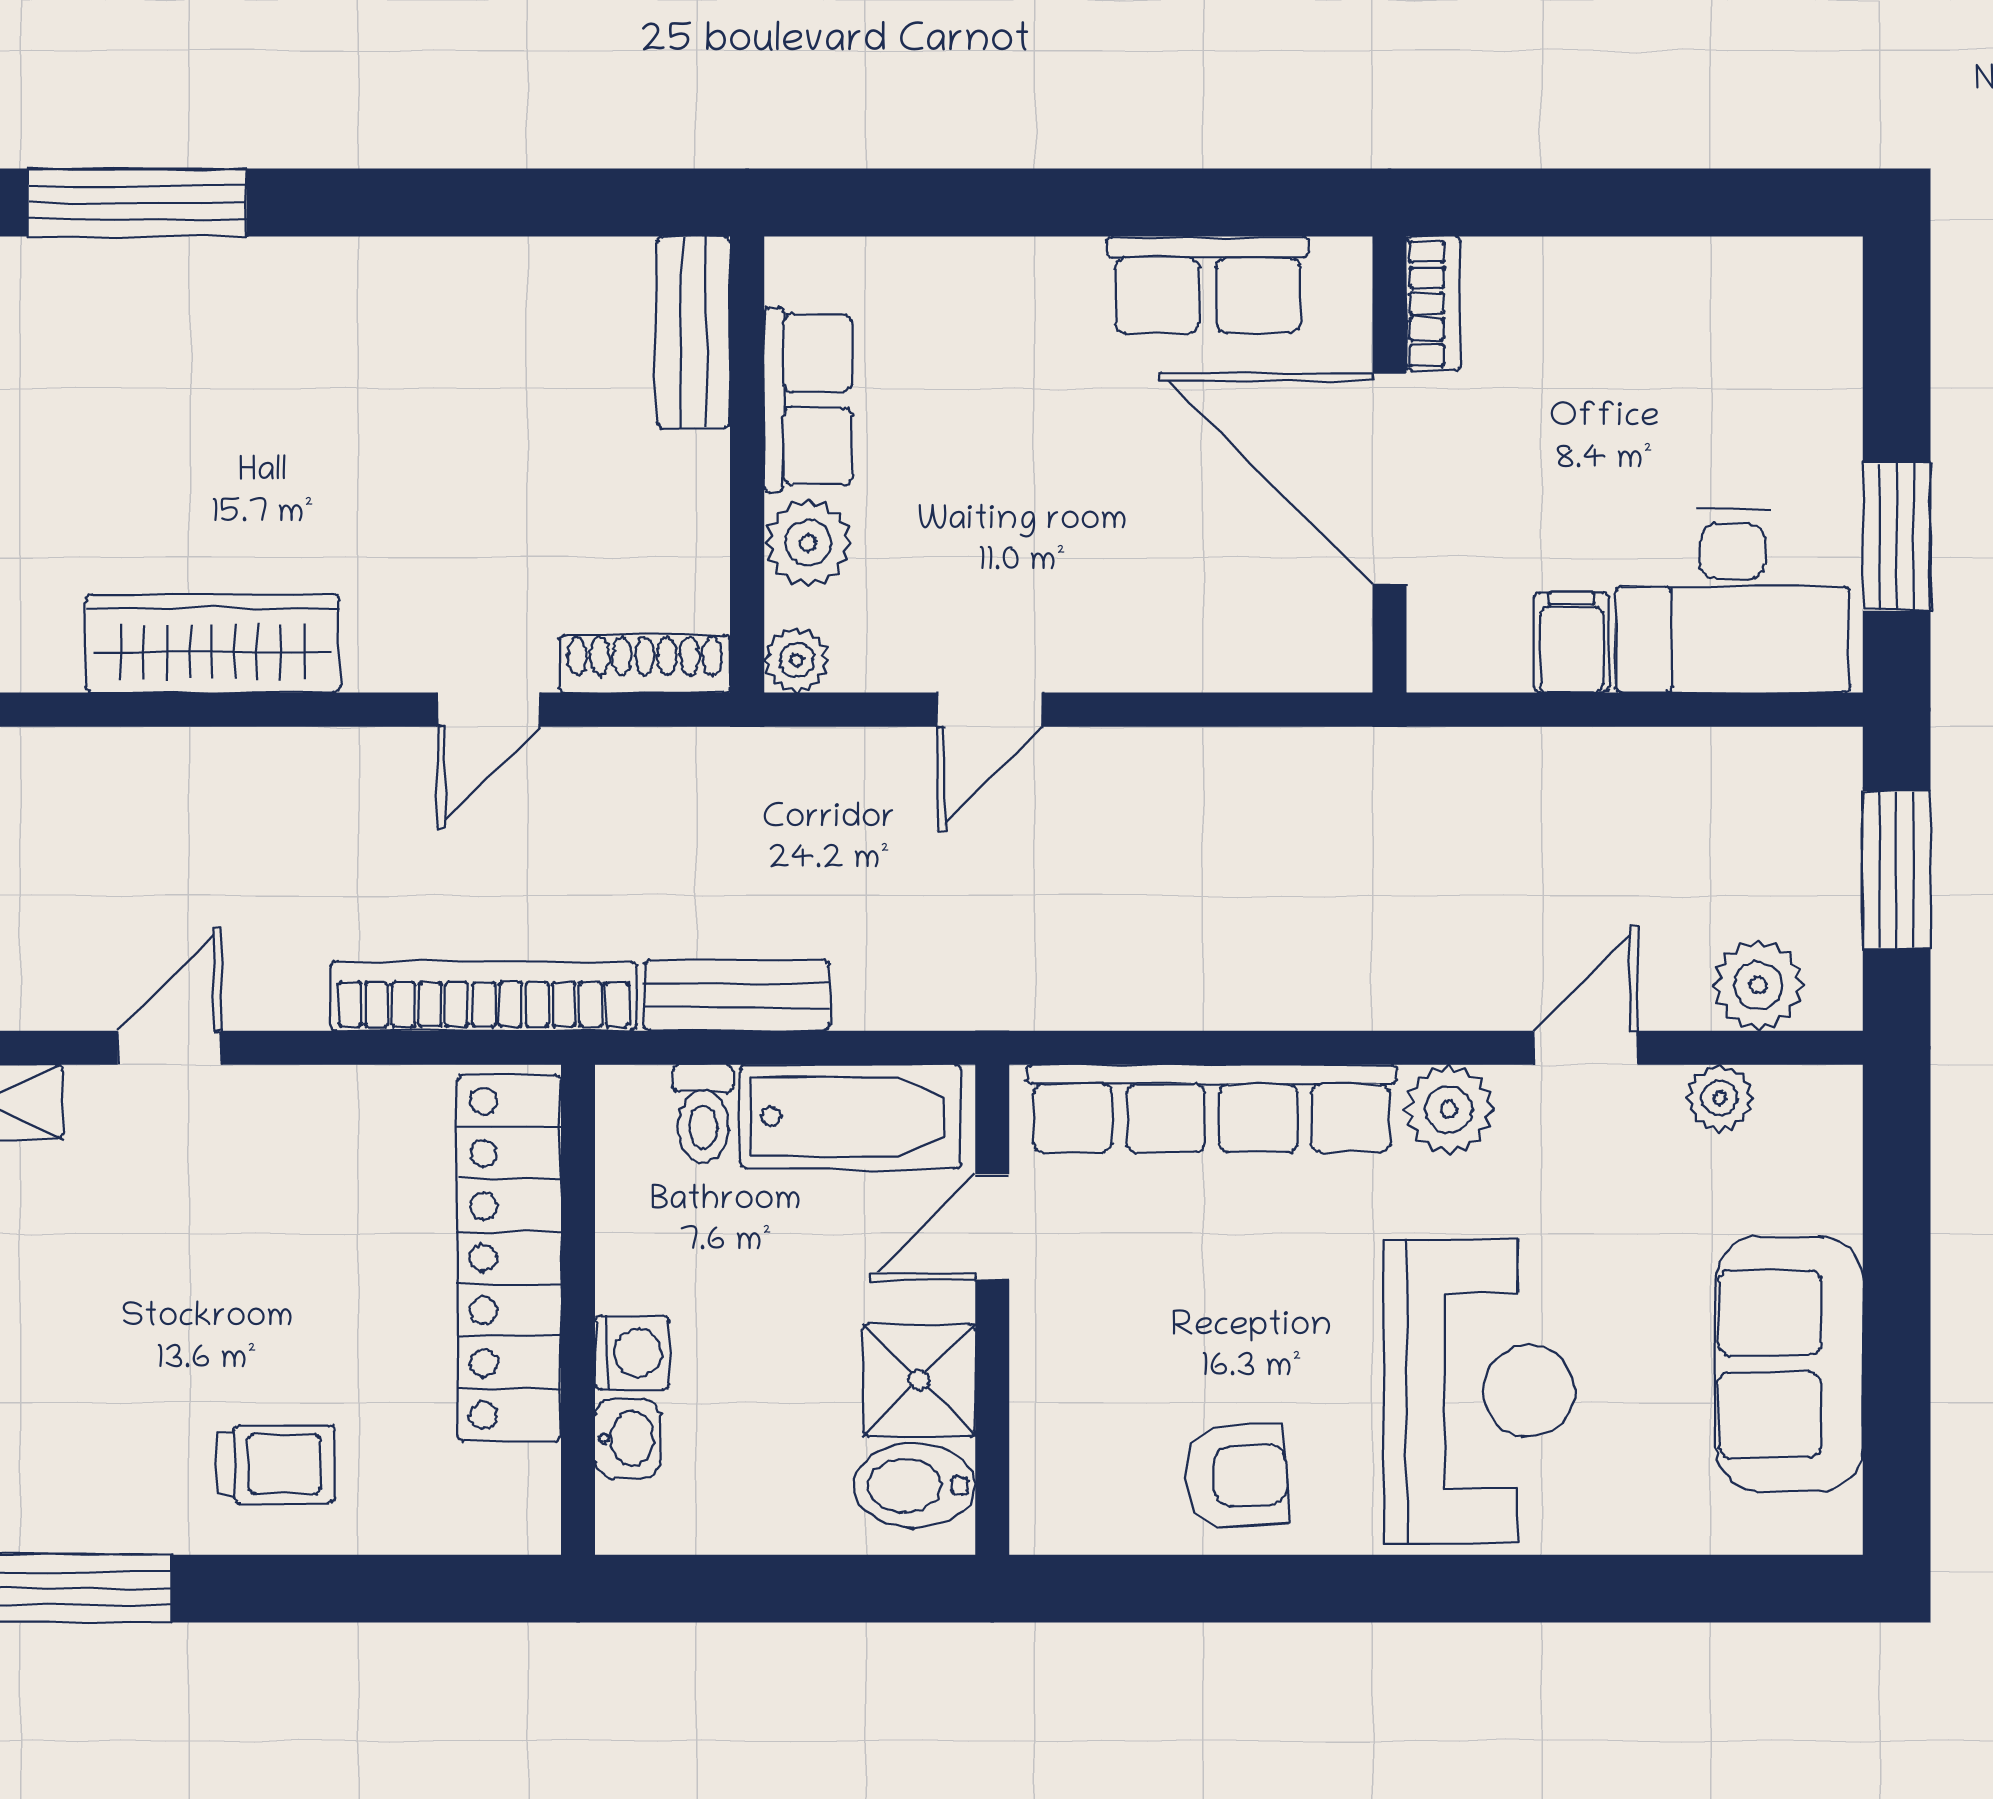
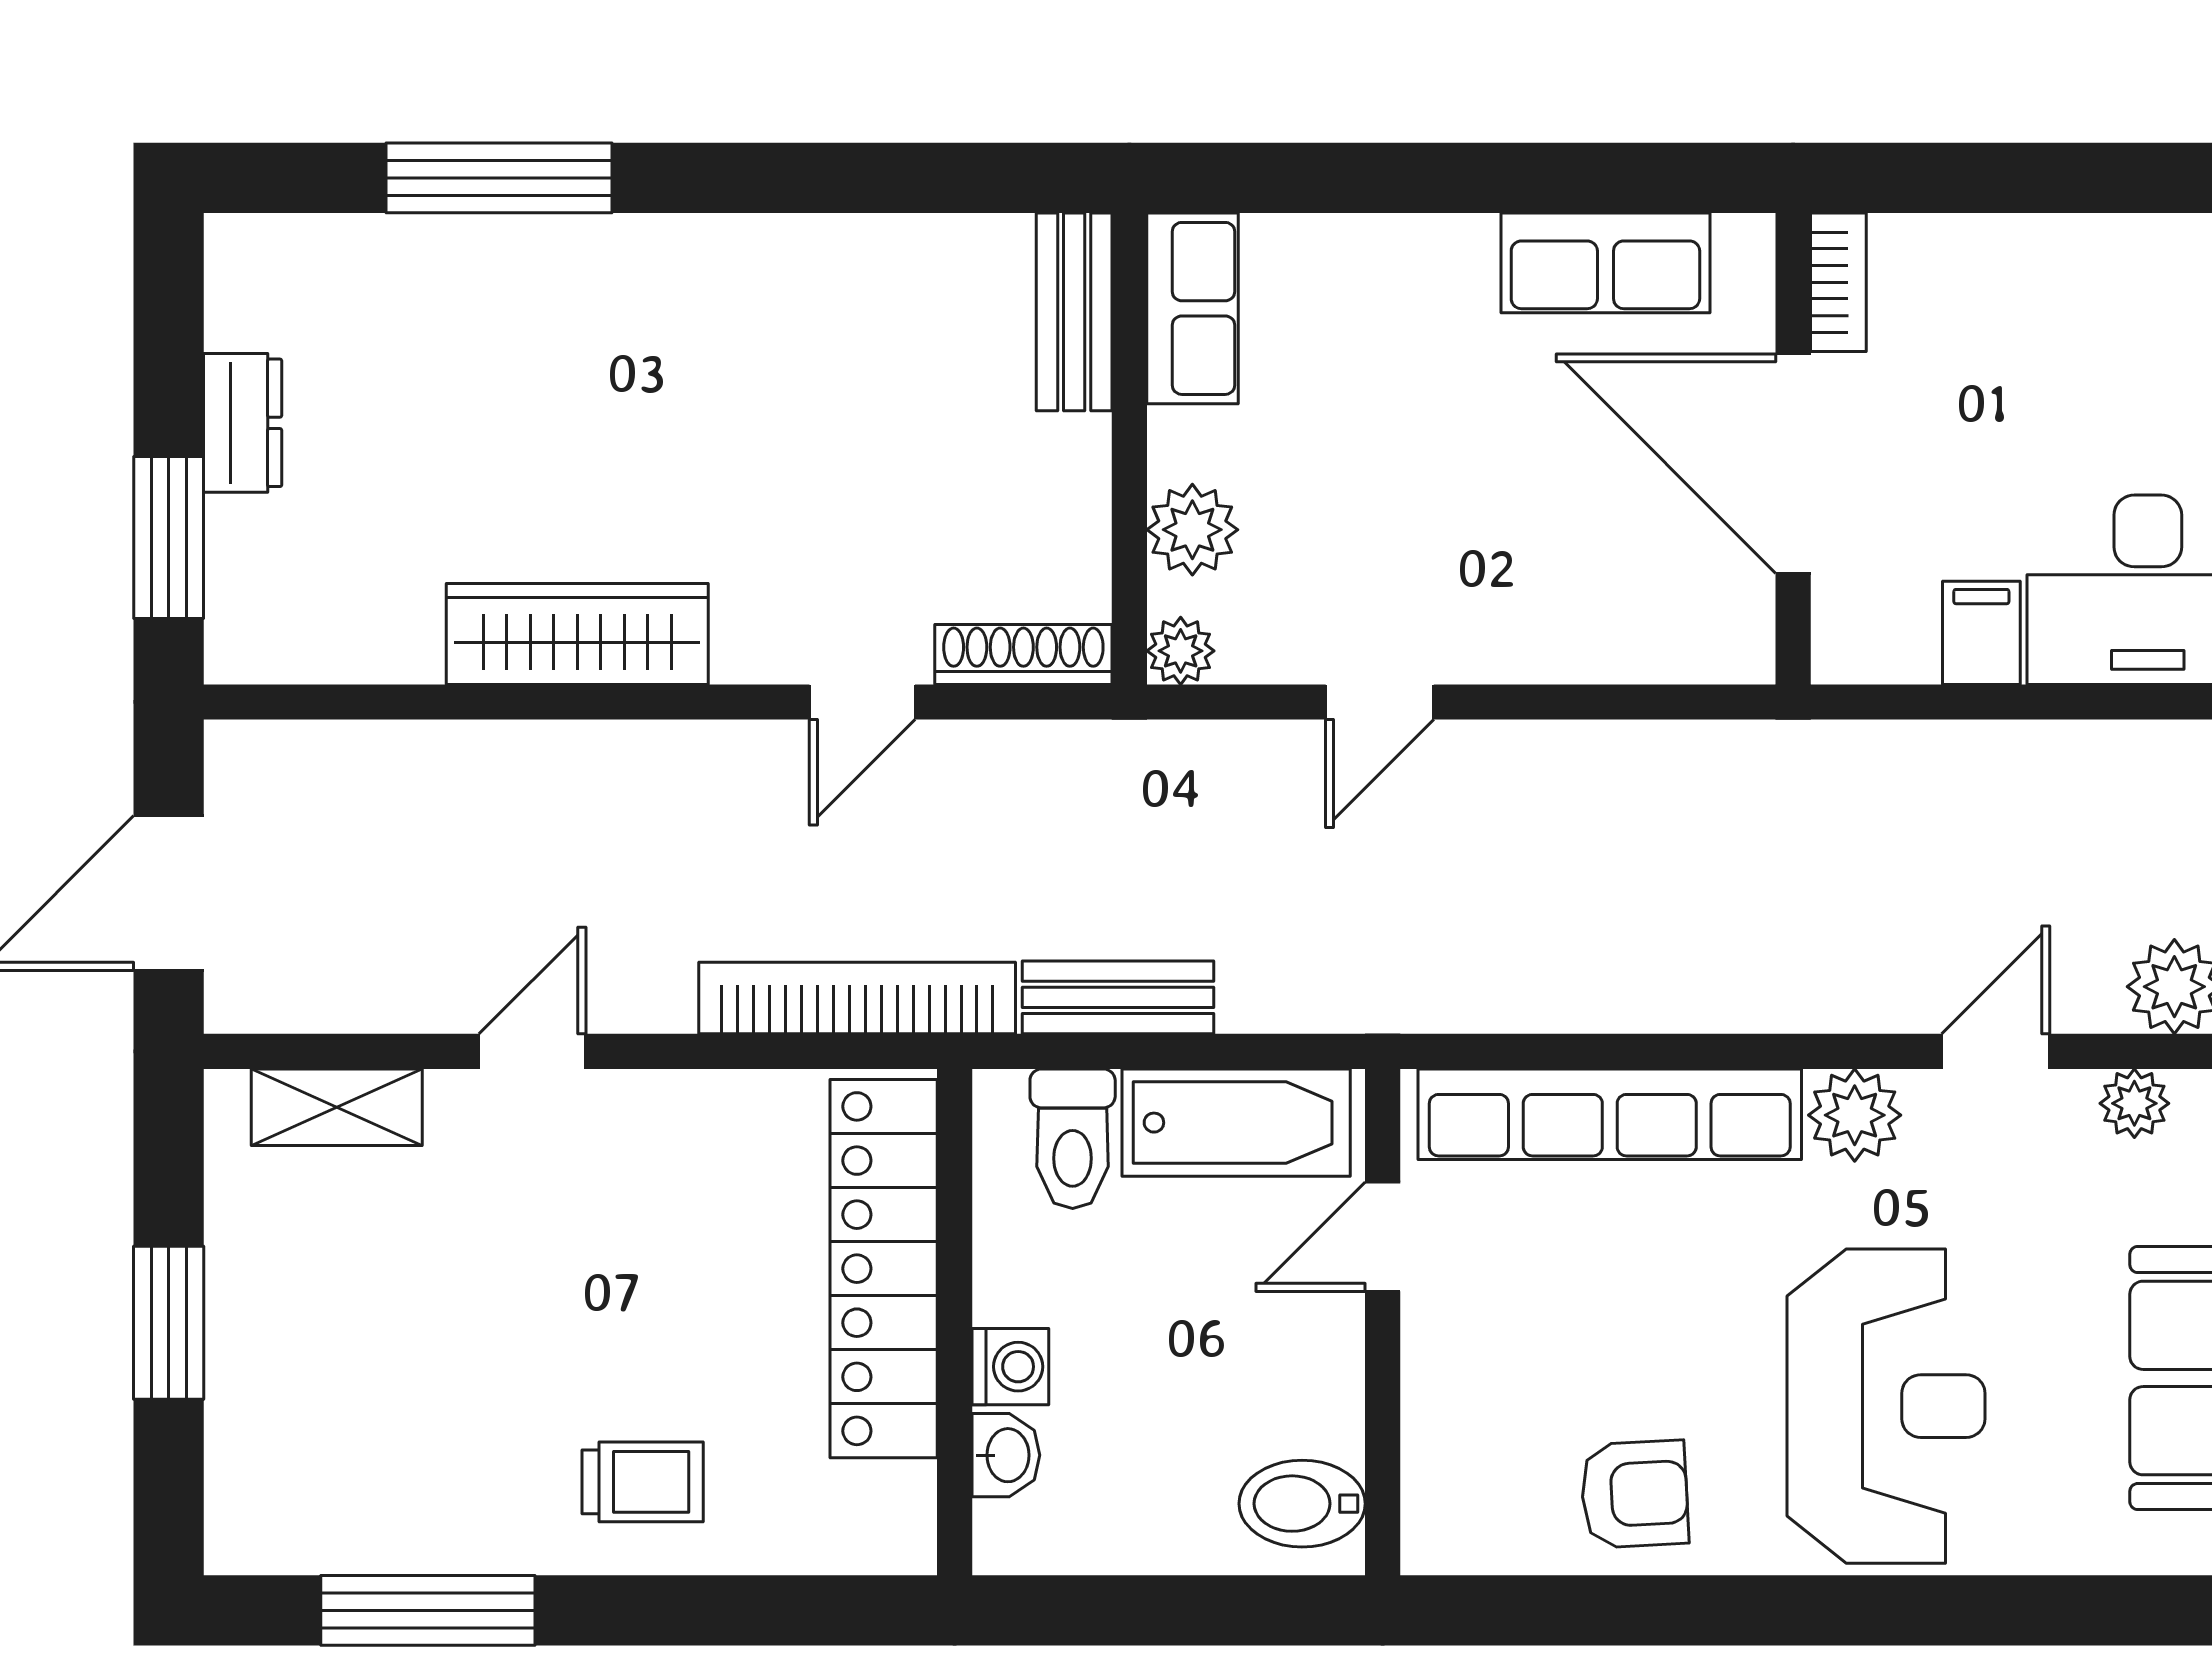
row of seats: (808, 400) -> (1193, 308), moved
toilet: (703, 1113) -> (1073, 1139), width x1.37, depth x1.39
shower: (919, 1380) -> (1307, 1395), removed

